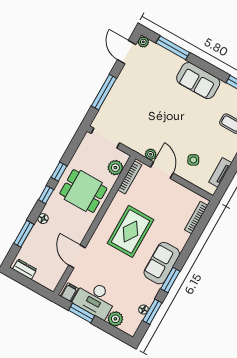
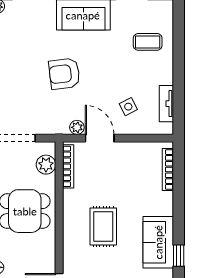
armchair: (163, 113) -> (64, 74), added
rug: (130, 231) -> (103, 226), width x0.73, depth x0.70
window: (170, 280) -> (179, 256), width x0.67

